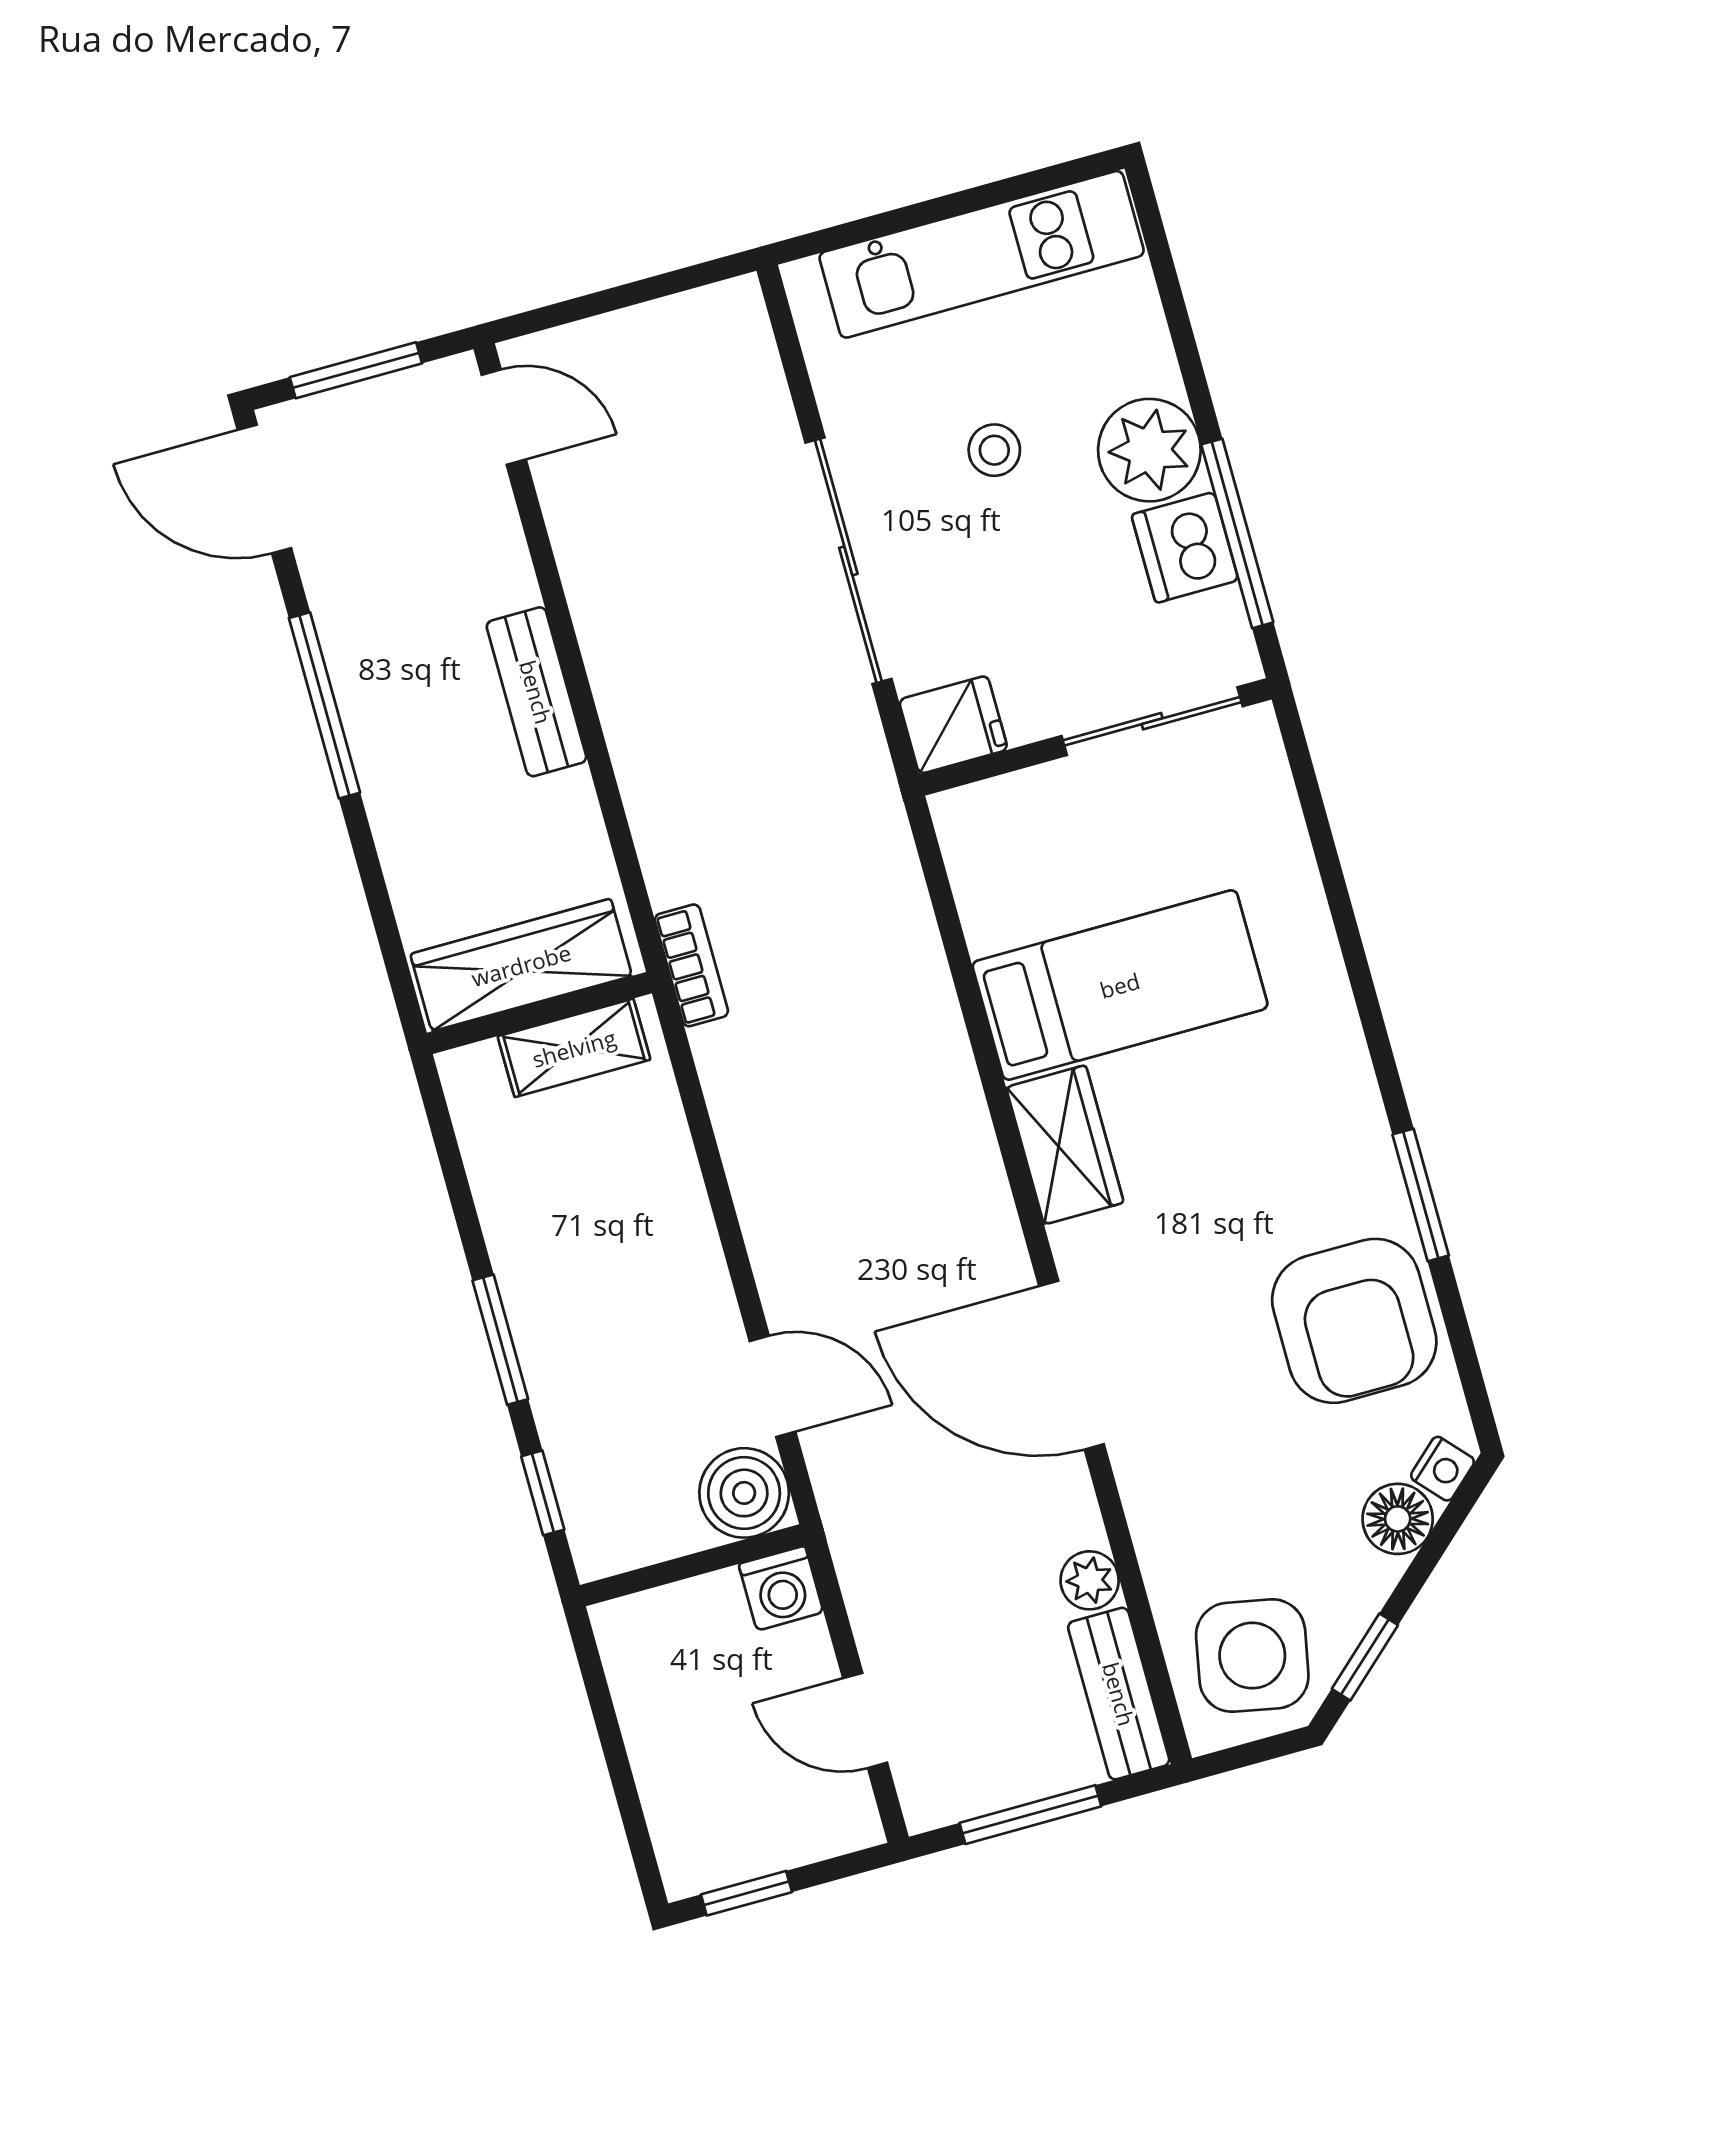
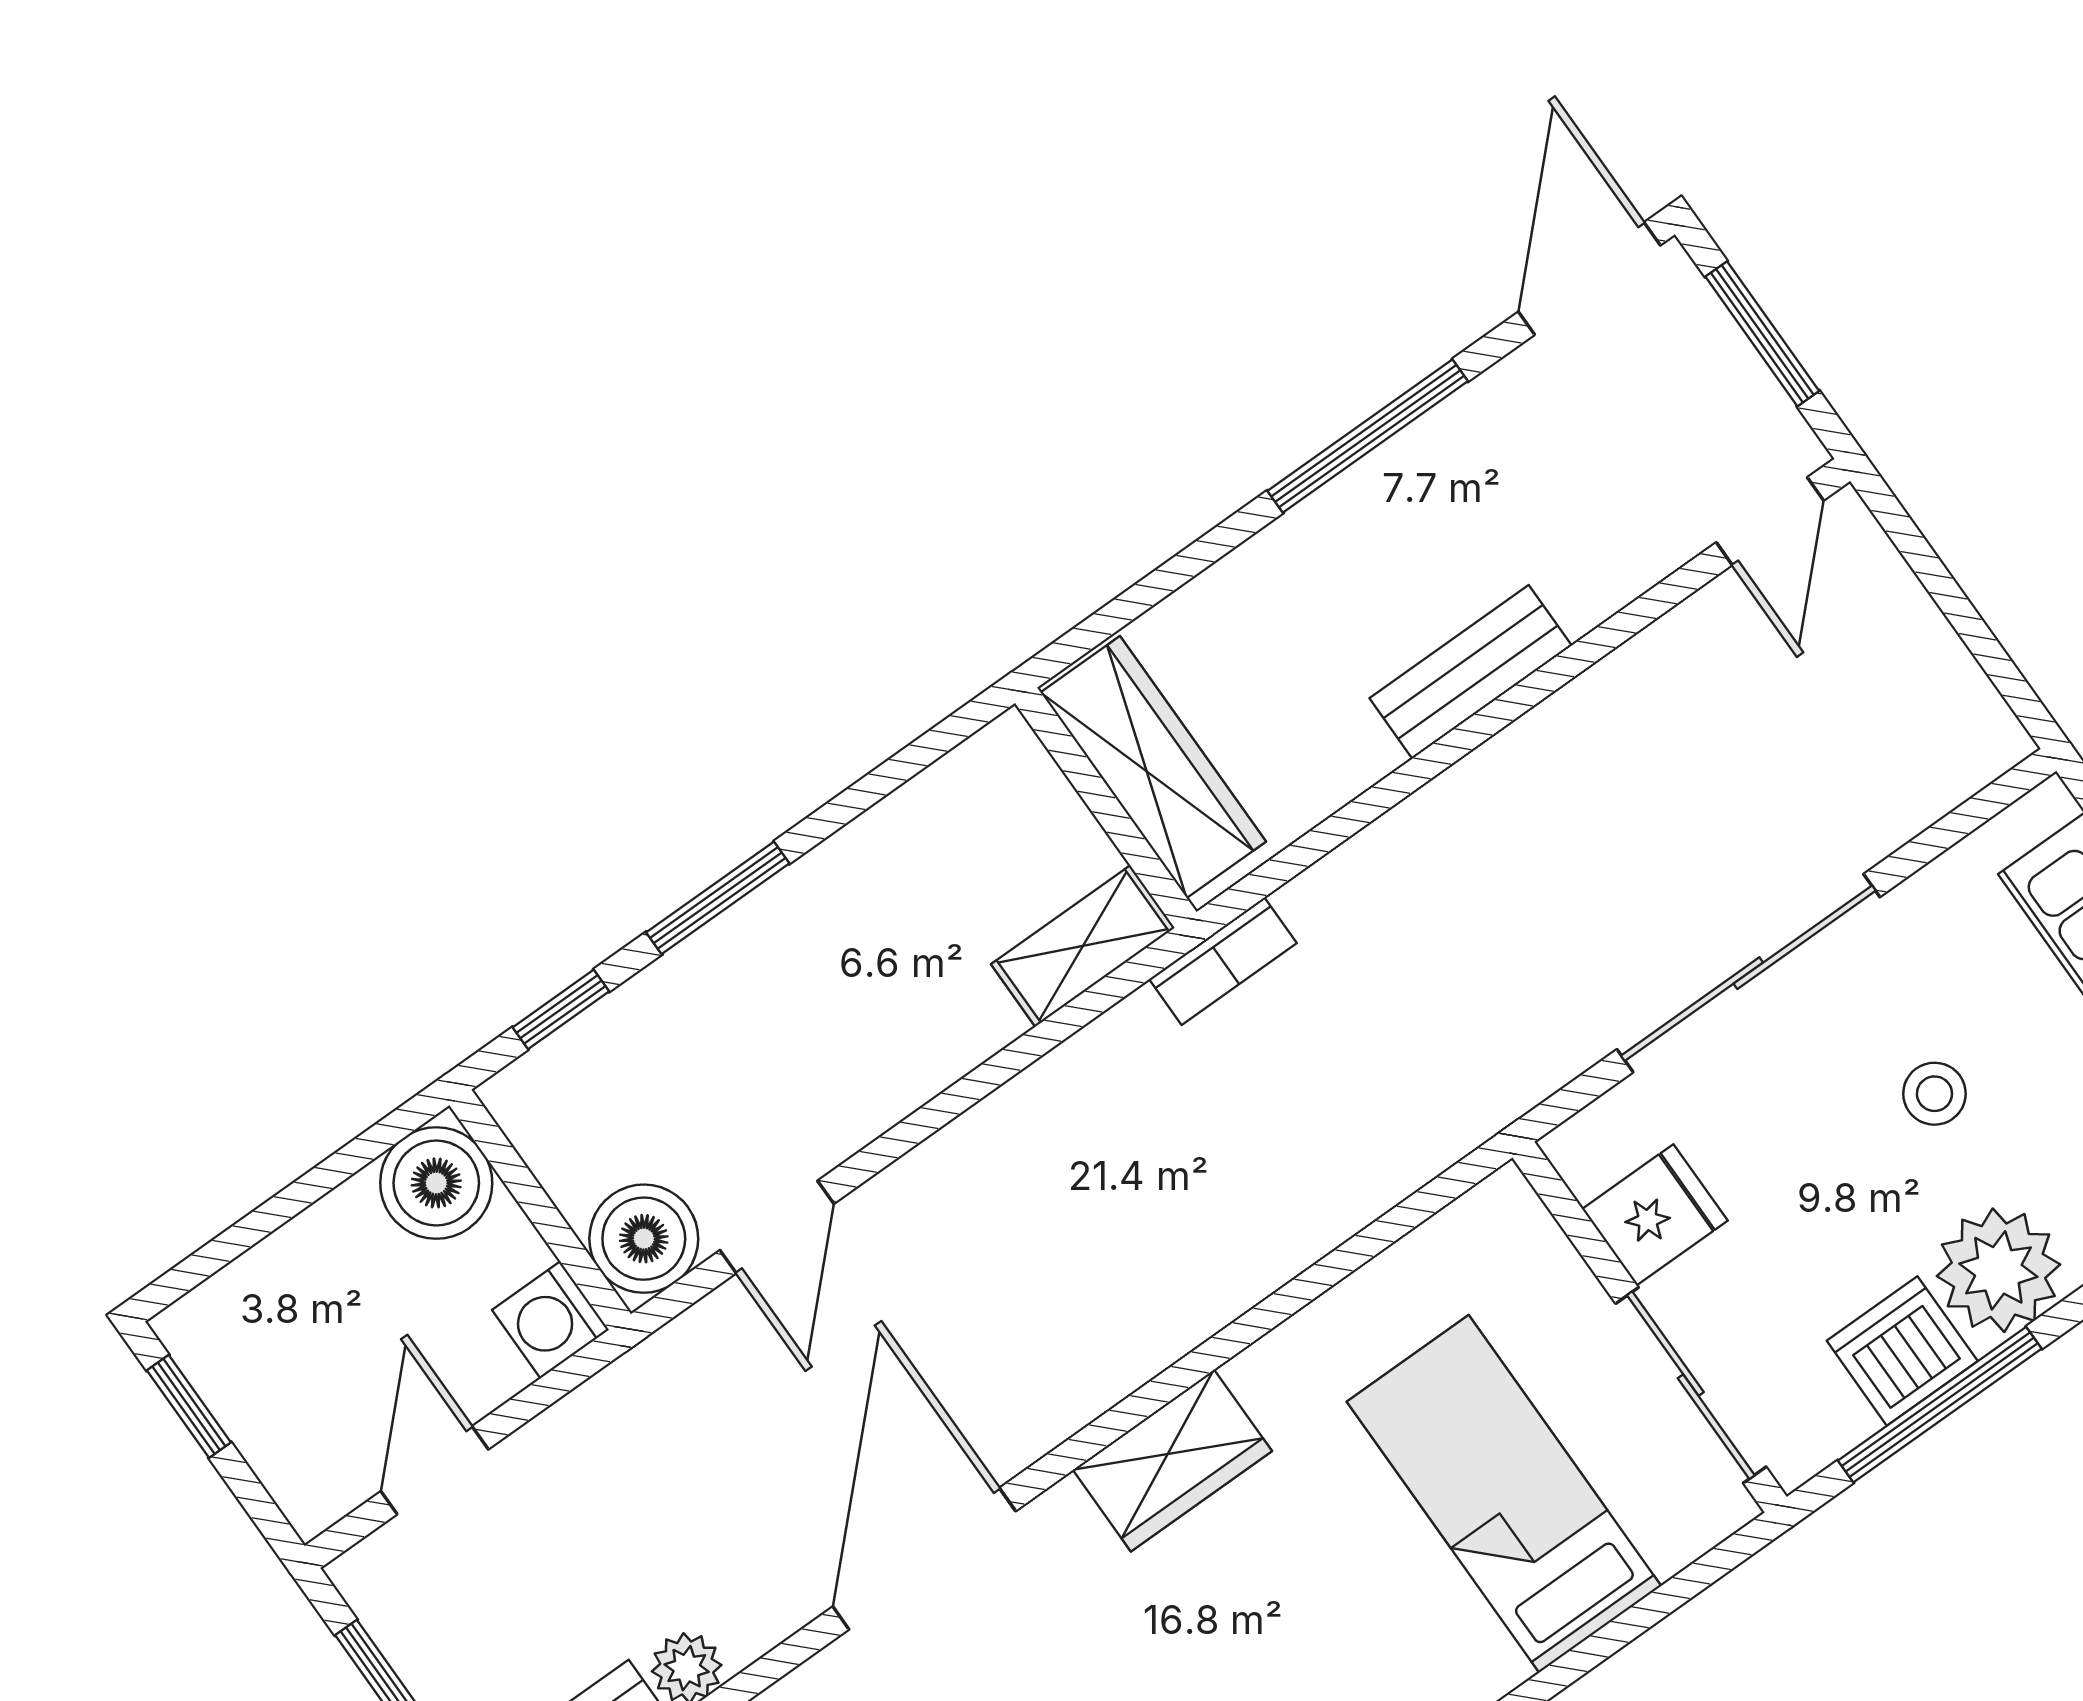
fridge: (953, 725) -> (1655, 1215), moved, turned -90
bed: (1120, 985) -> (1504, 1494), moved, turned 180
shelving: (574, 1048) -> (1083, 946), moved, turned 90
boiler: (643, 1638) -> (436, 1183), added

